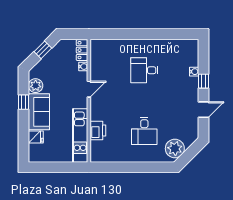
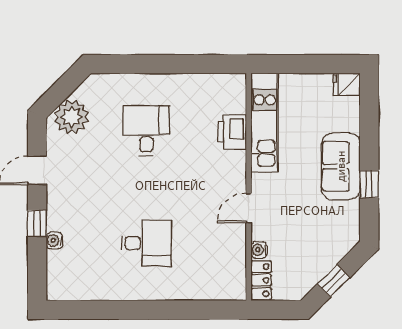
plant: (36, 86) -> (347, 215), removed
fridge: (36, 137) -> (347, 84), moved
plant: (175, 149) -> (72, 117), moved

